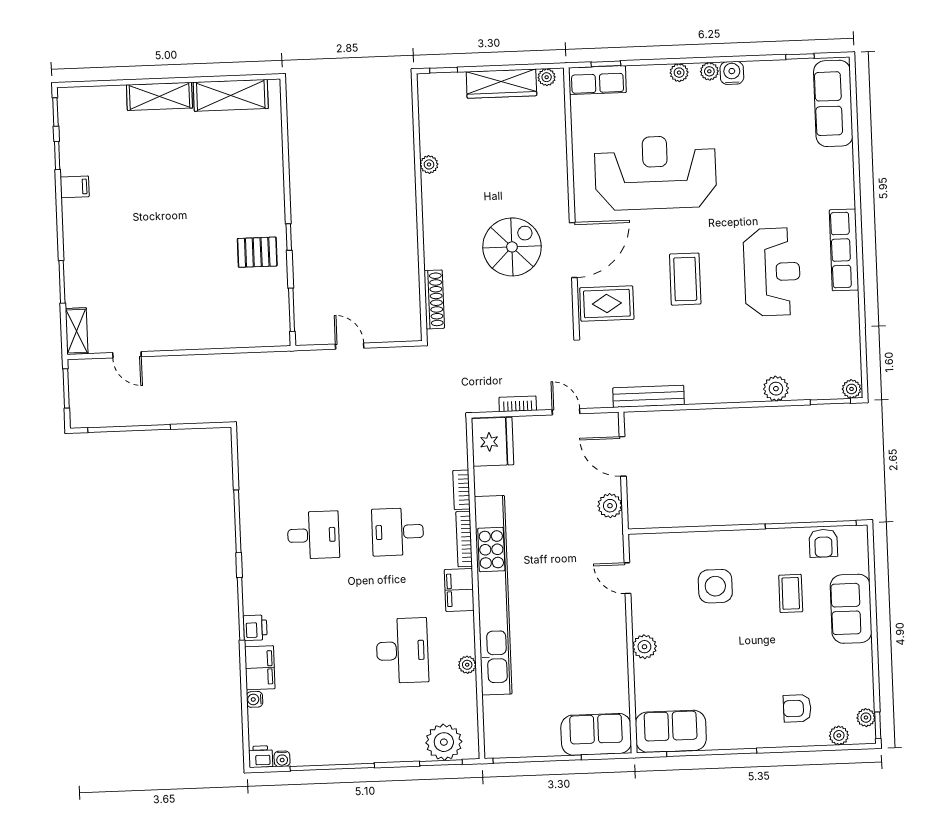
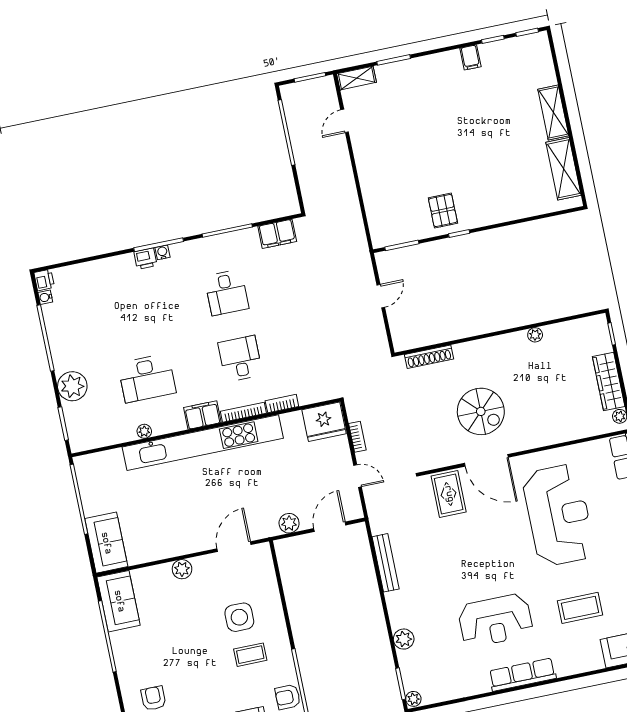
coffee table: (685, 279) -> (580, 608), moved
bench: (649, 396) -> (386, 563), moved
door: (566, 412) -> (358, 476), hinge flipped
door: (627, 578) -> (234, 547), width x1.38
coffee table: (791, 593) -> (250, 655), moved
filing cabinet: (260, 668) -> (277, 234), moved
water cooler: (255, 699) -> (162, 252), moved
plant: (444, 742) -> (72, 386), moved

